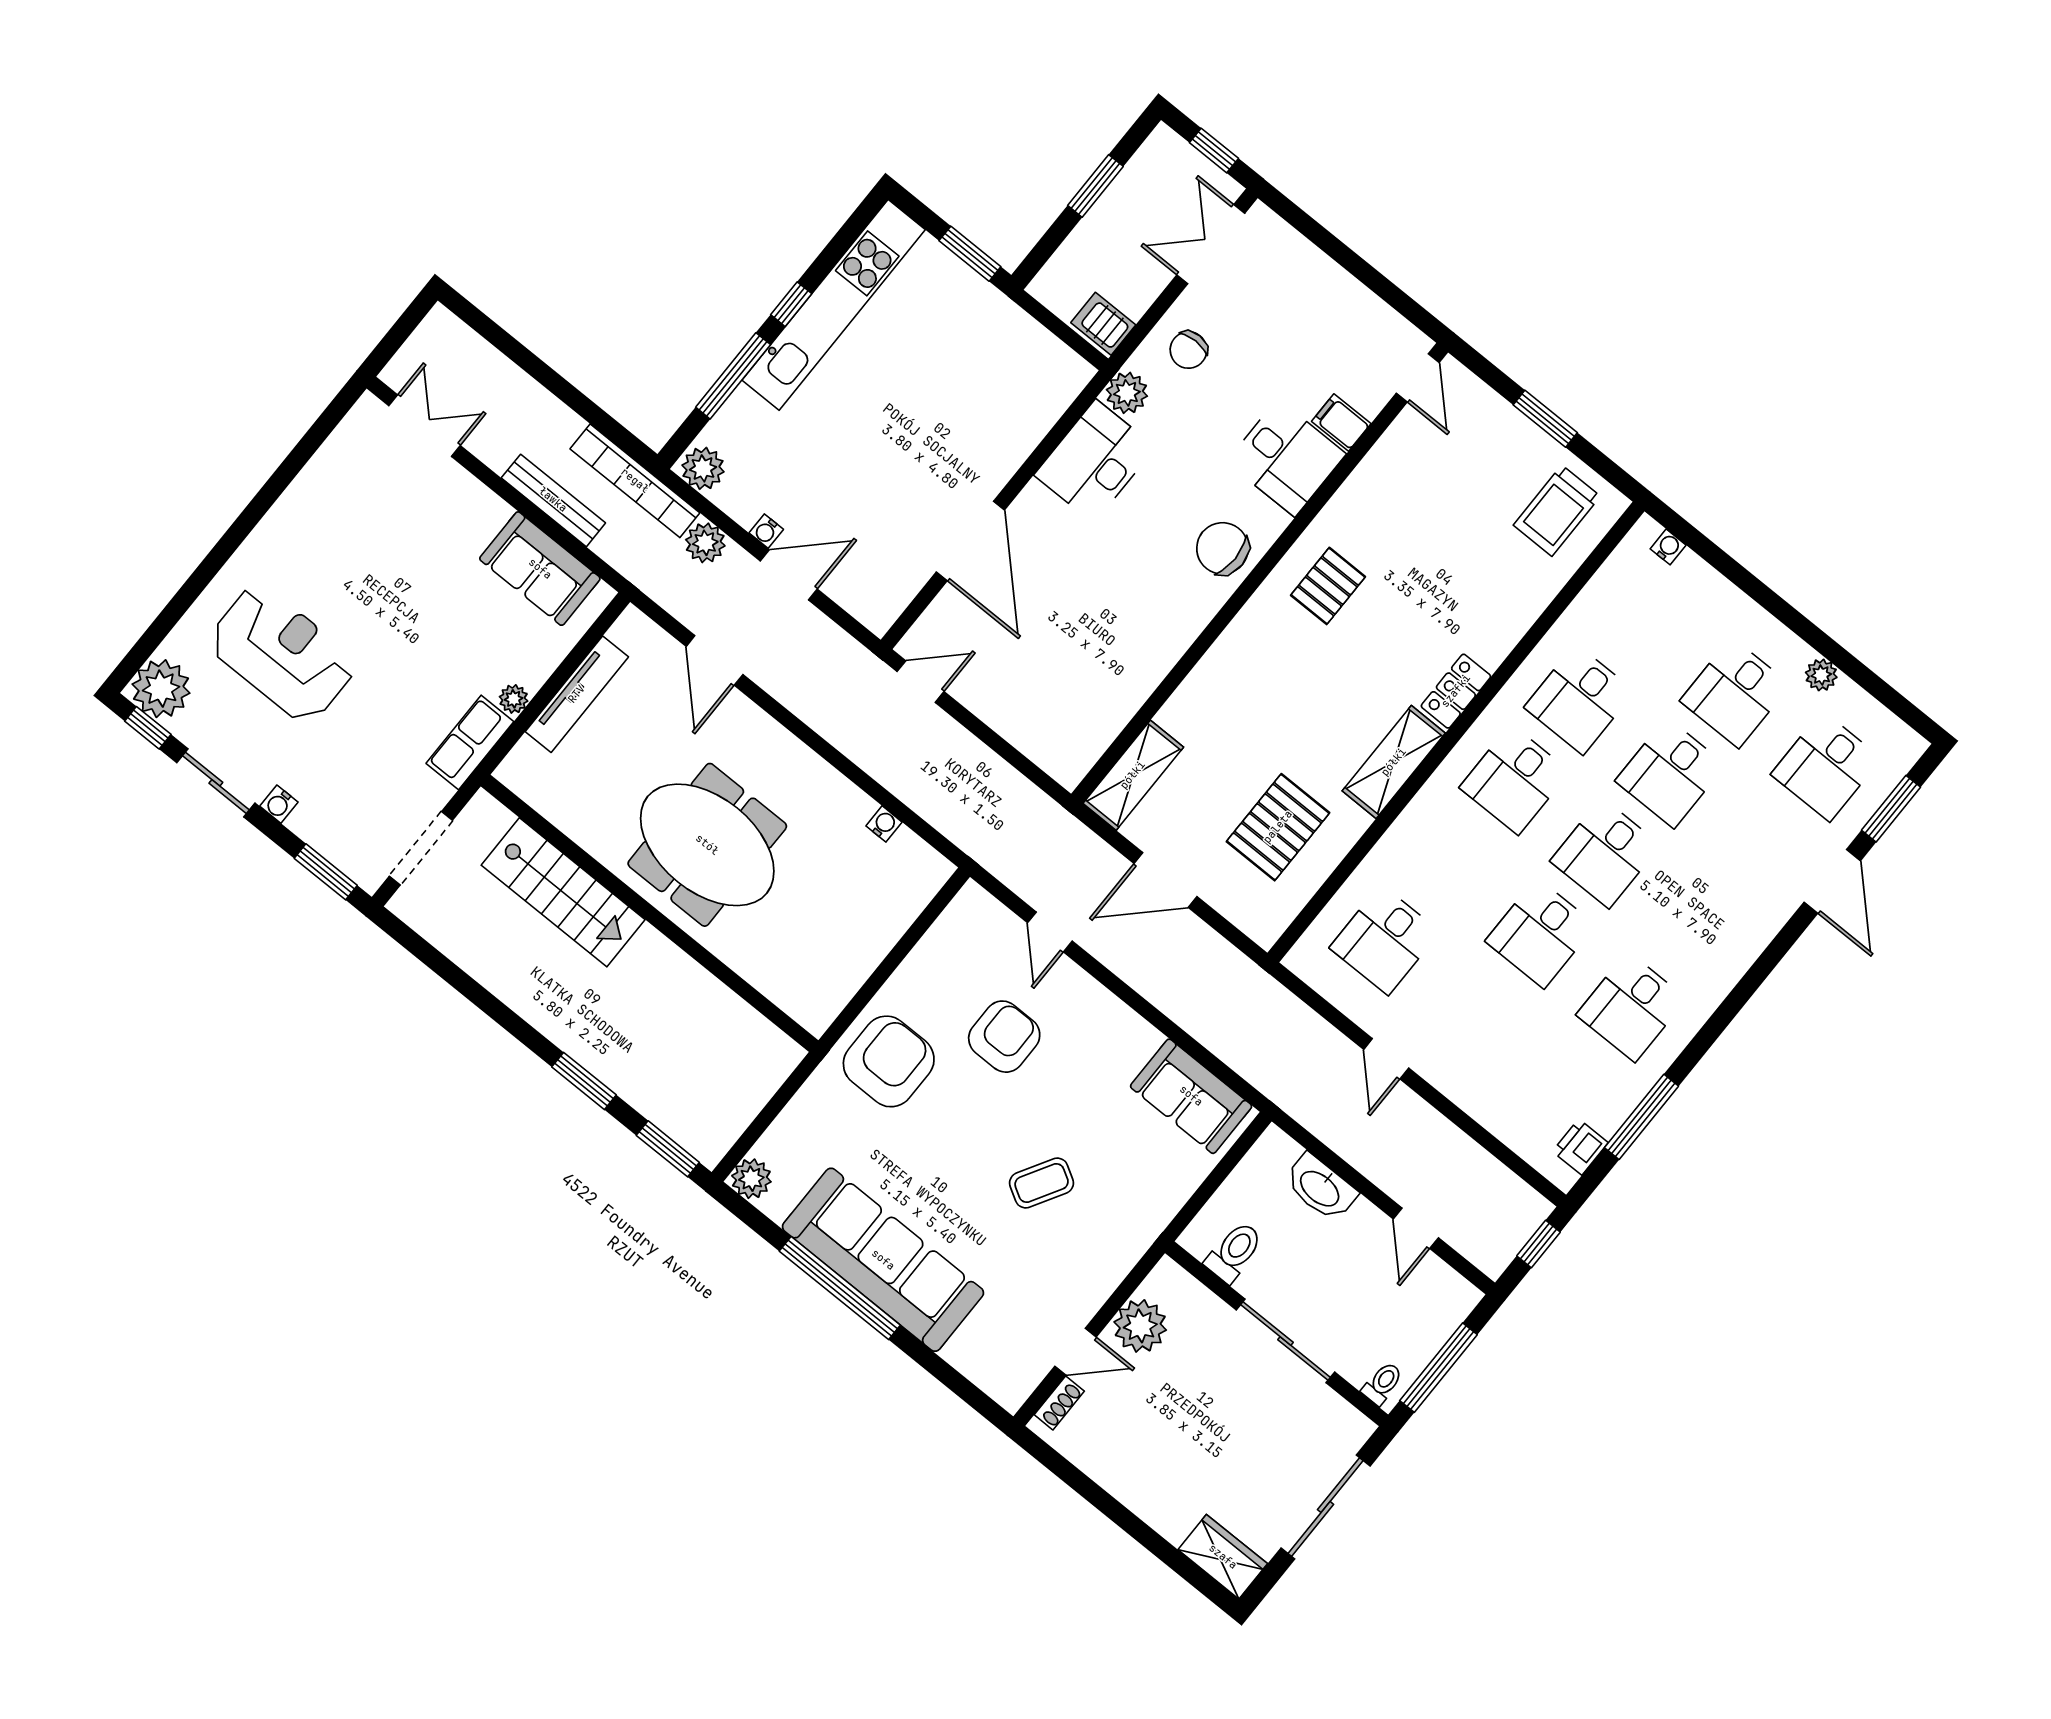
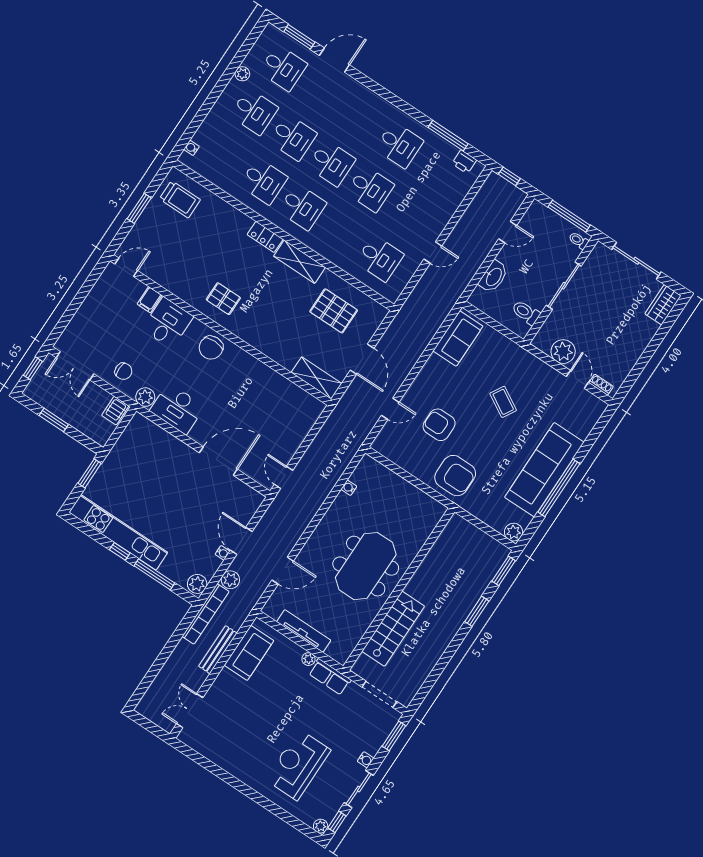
plant: (161, 689) -> (321, 826), width x0.53, depth x0.53
armchair: (889, 1061) -> (455, 476), turned 180

